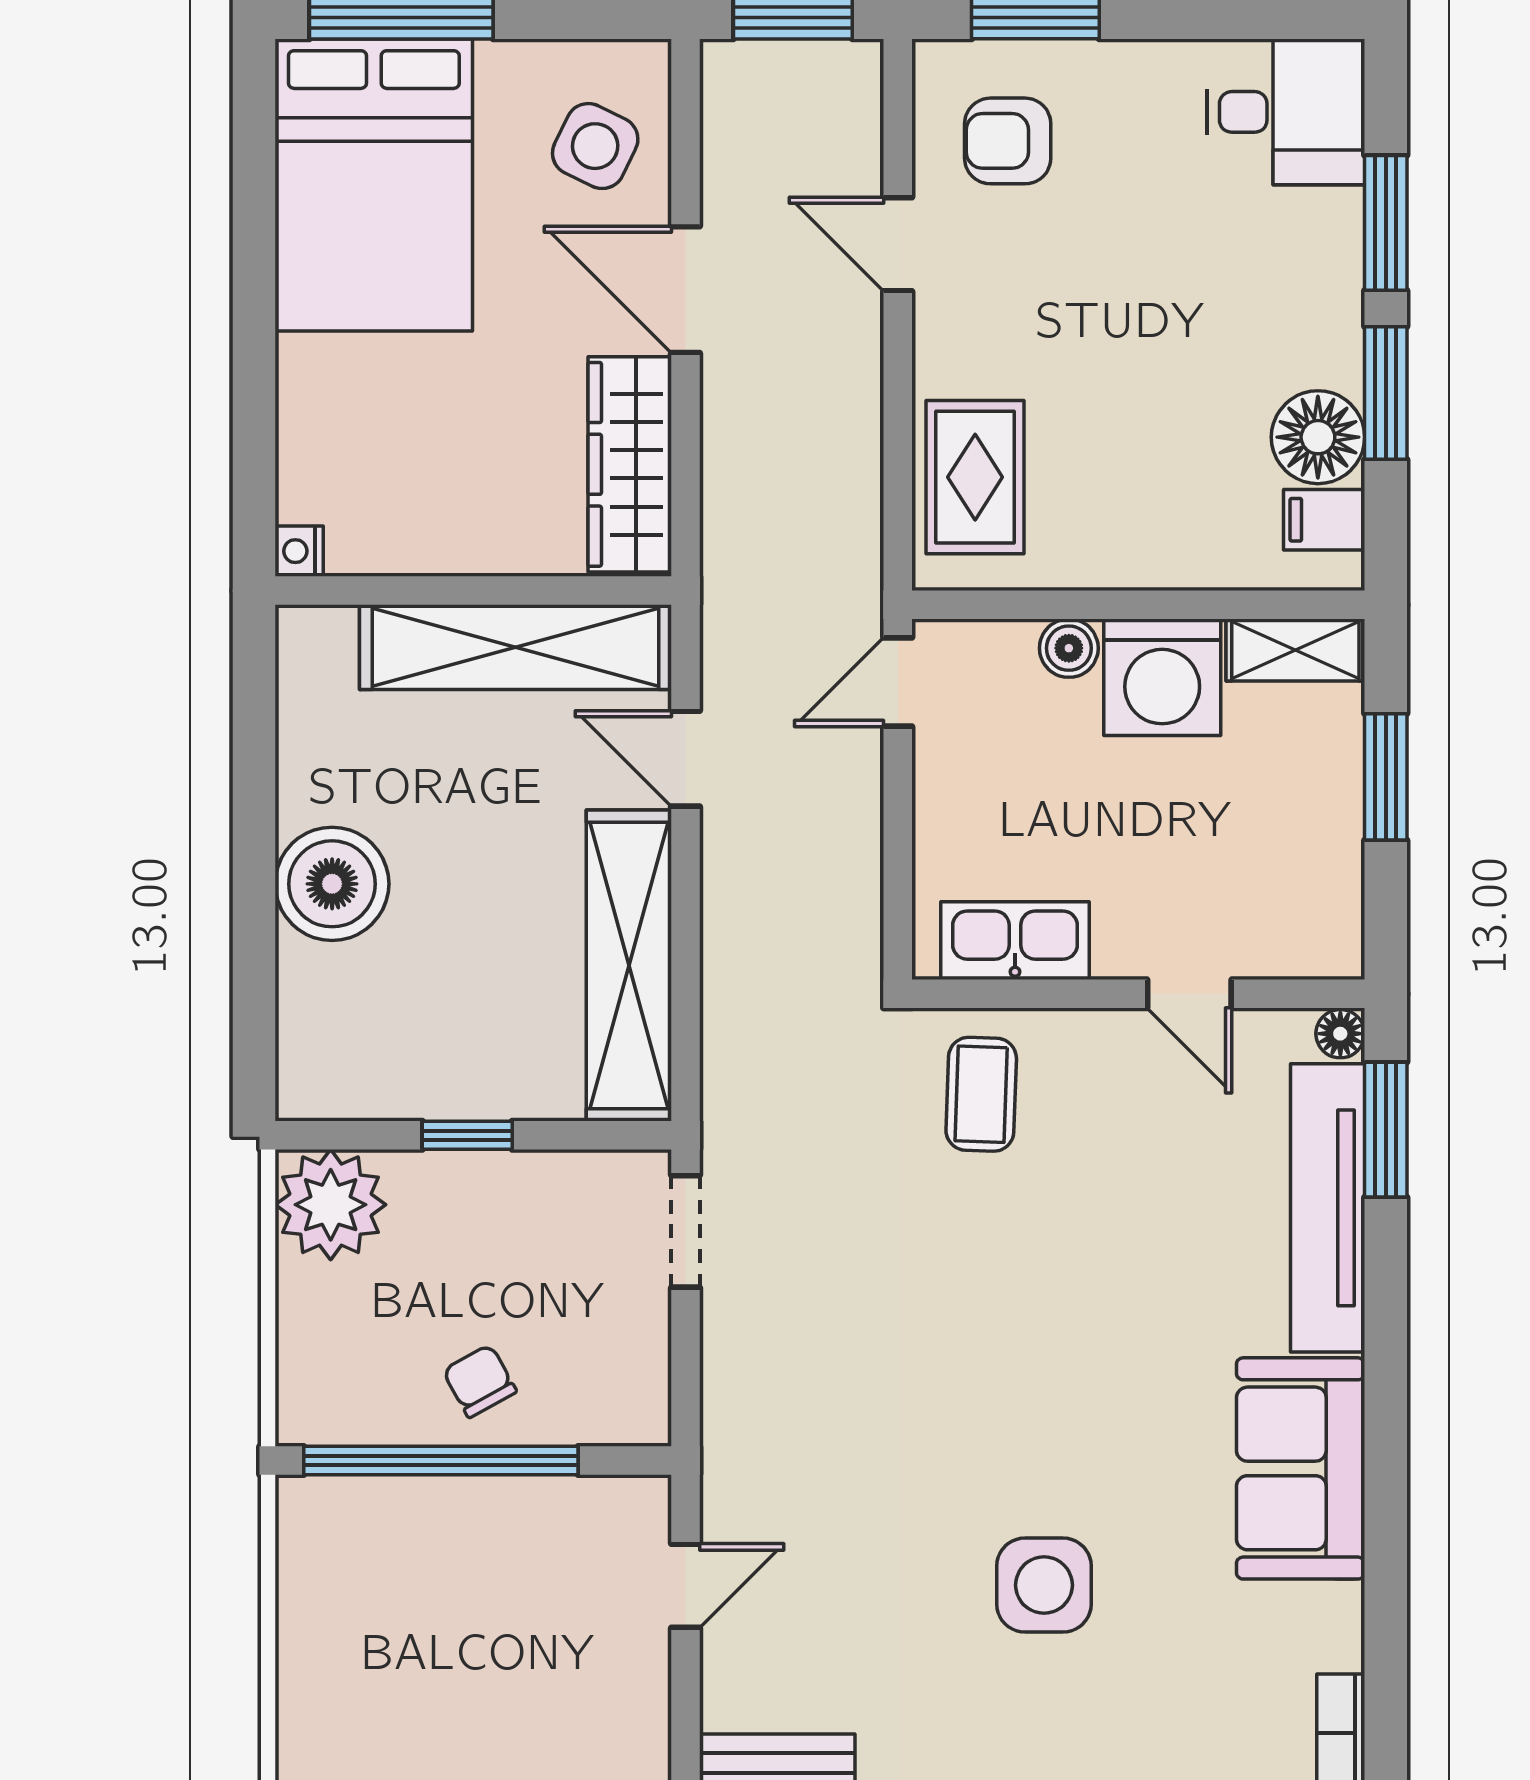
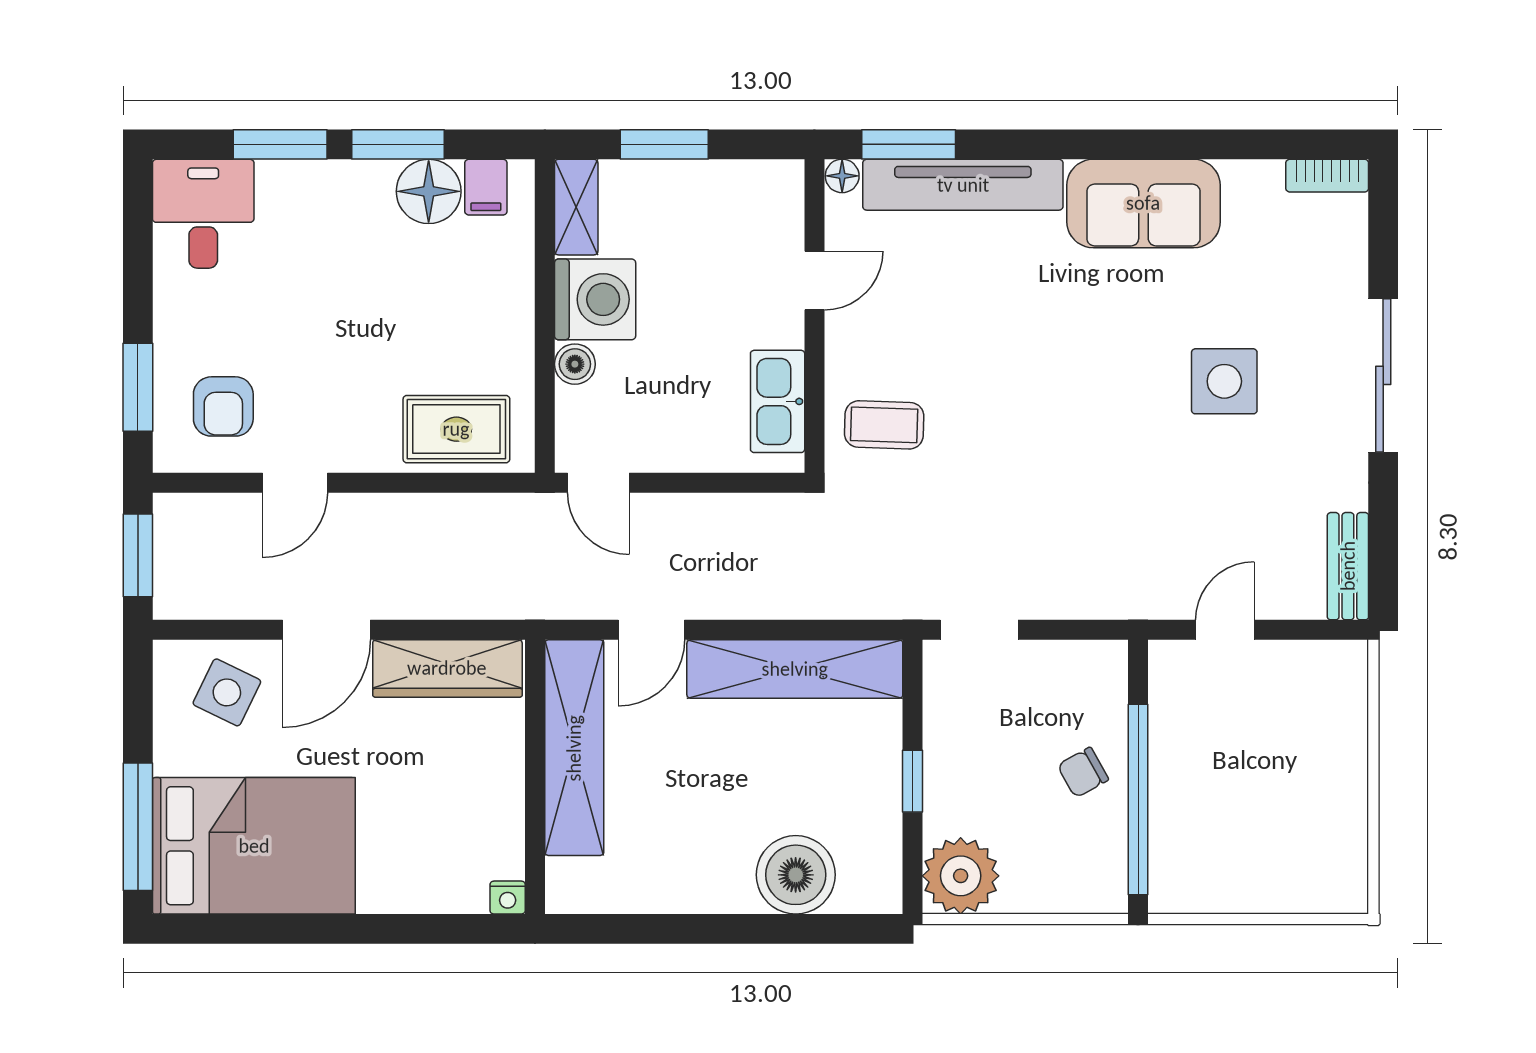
boiler: (332, 884) -> (796, 875), moved
door: (685, 1586) -> (1225, 630), hinge flipped

